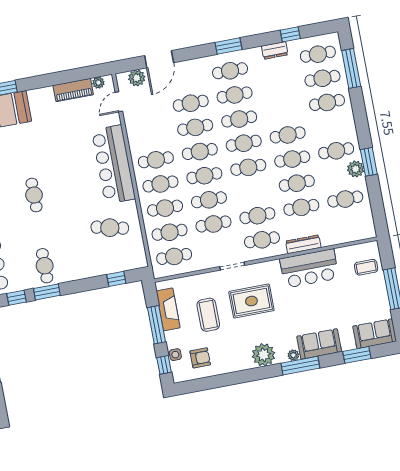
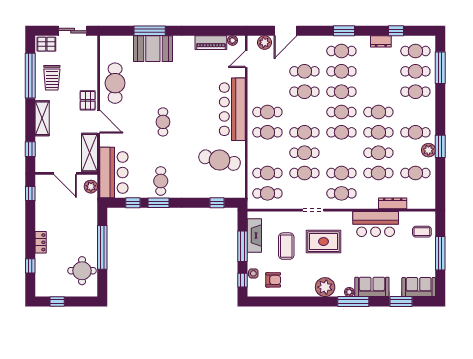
cafe table: (200, 152) -> (304, 112), removed
cafe table: (165, 208) -> (267, 153), removed
cafe table: (110, 228) -> (220, 160), width x1.37, depth x1.35
dresser: (303, 244) -> (393, 203), moved

